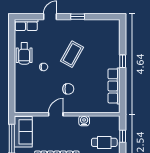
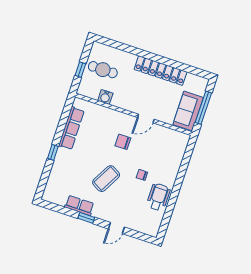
row of seats: (26, 25) -> (79, 205), moved
water cooler: (84, 121) -> (105, 97), moved

